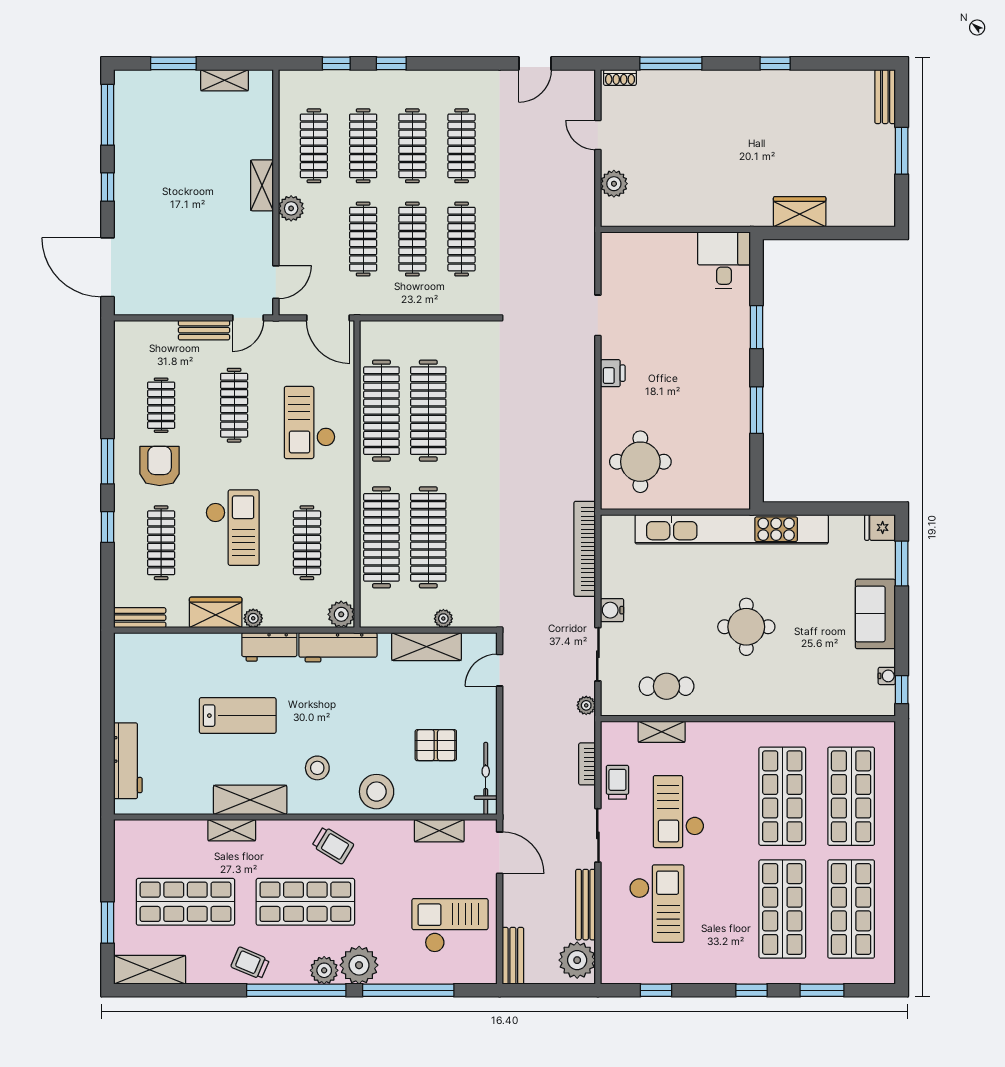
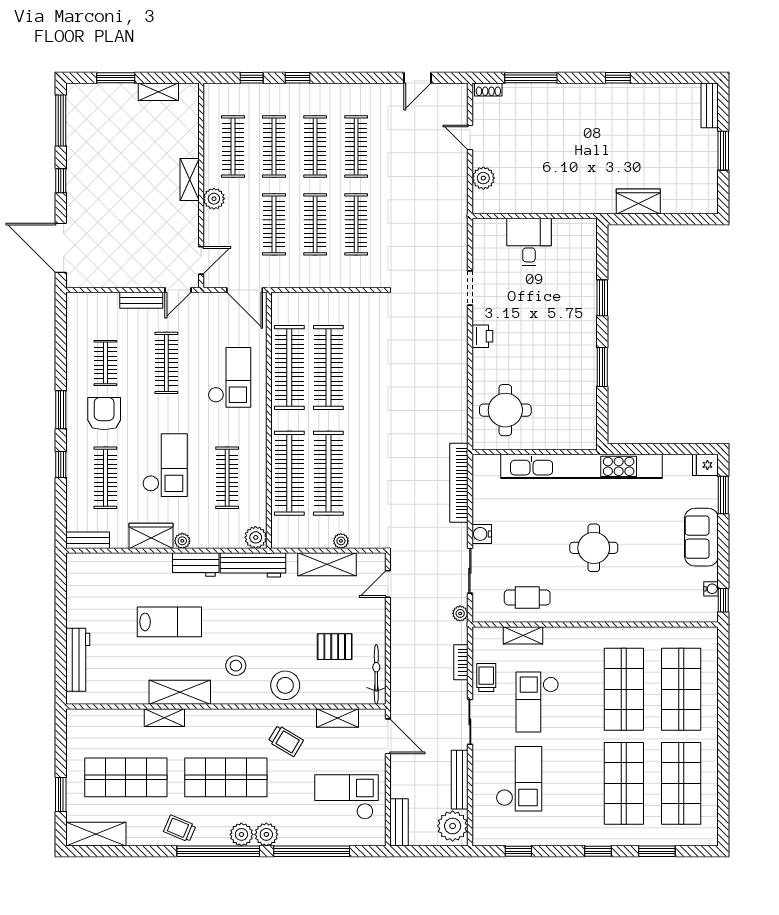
desk: (724, 260) -> (529, 242), moved
checkout: (310, 422) -> (229, 377), turned 180
trolley: (333, 845) -> (286, 741), moved
plant: (359, 965) -> (266, 834), width x0.73, depth x0.73

